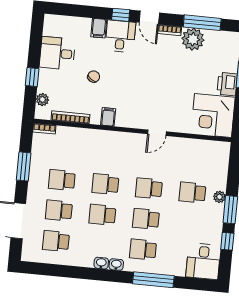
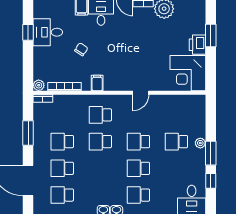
window: (32, 77) -> (28, 32), moved
plant: (42, 100) -> (39, 85), moved
school desk: (102, 215) -> (100, 115), moved

